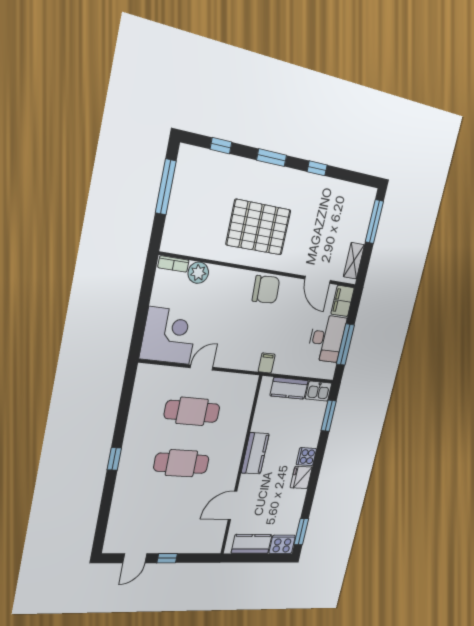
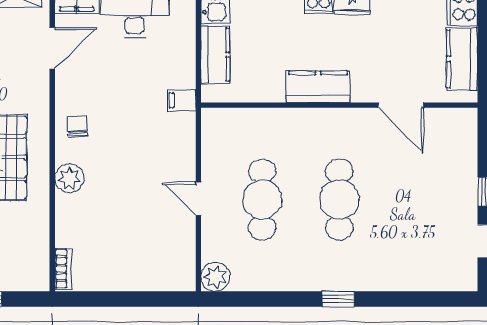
plant: (198, 273) -> (69, 178), moved
chair: (266, 289) -> (77, 126), width x0.54, depth x0.54
corner desk: (169, 336) -> (159, 255), removed
plant: (146, 374) -> (215, 277), added

